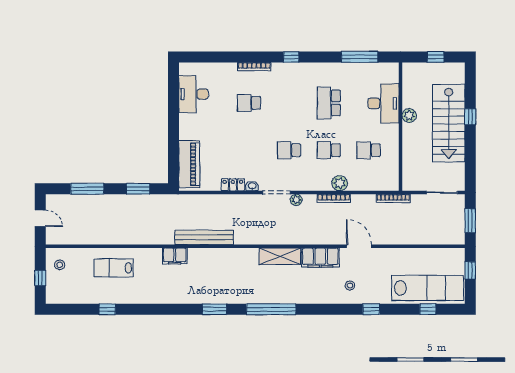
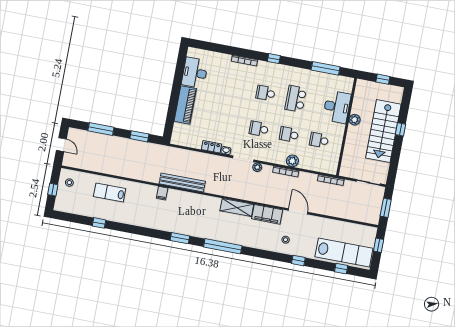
school desk: (249, 103) -> (266, 93), moved
piano: (189, 164) -> (185, 105), moved
filing cabinet: (175, 256) -> (162, 193), width x0.50

